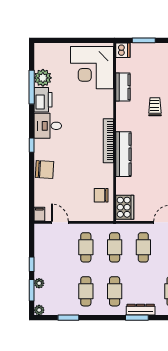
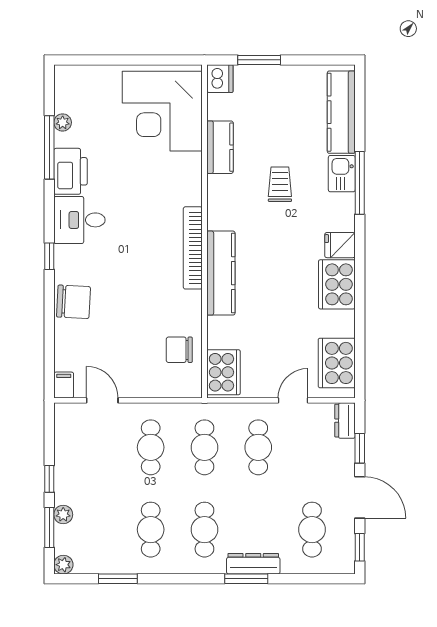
plant: (43, 78) -> (63, 122), width x0.53, depth x0.53

